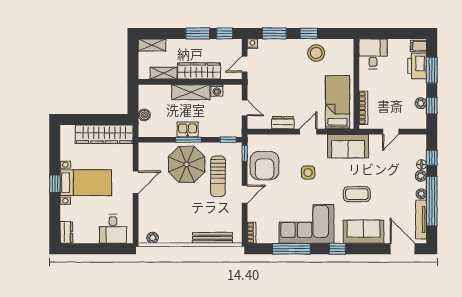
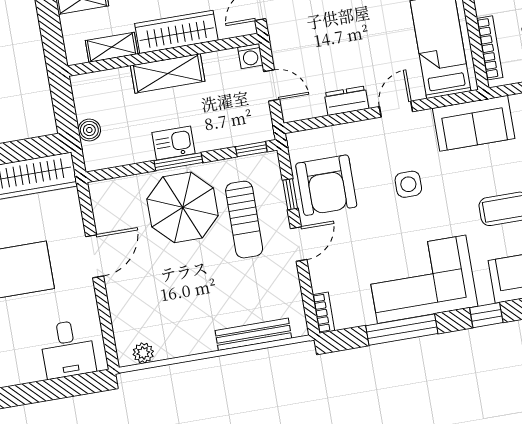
washing machine: (217, 90) -> (250, 56), moved
window: (245, 153) -> (290, 194), moved

